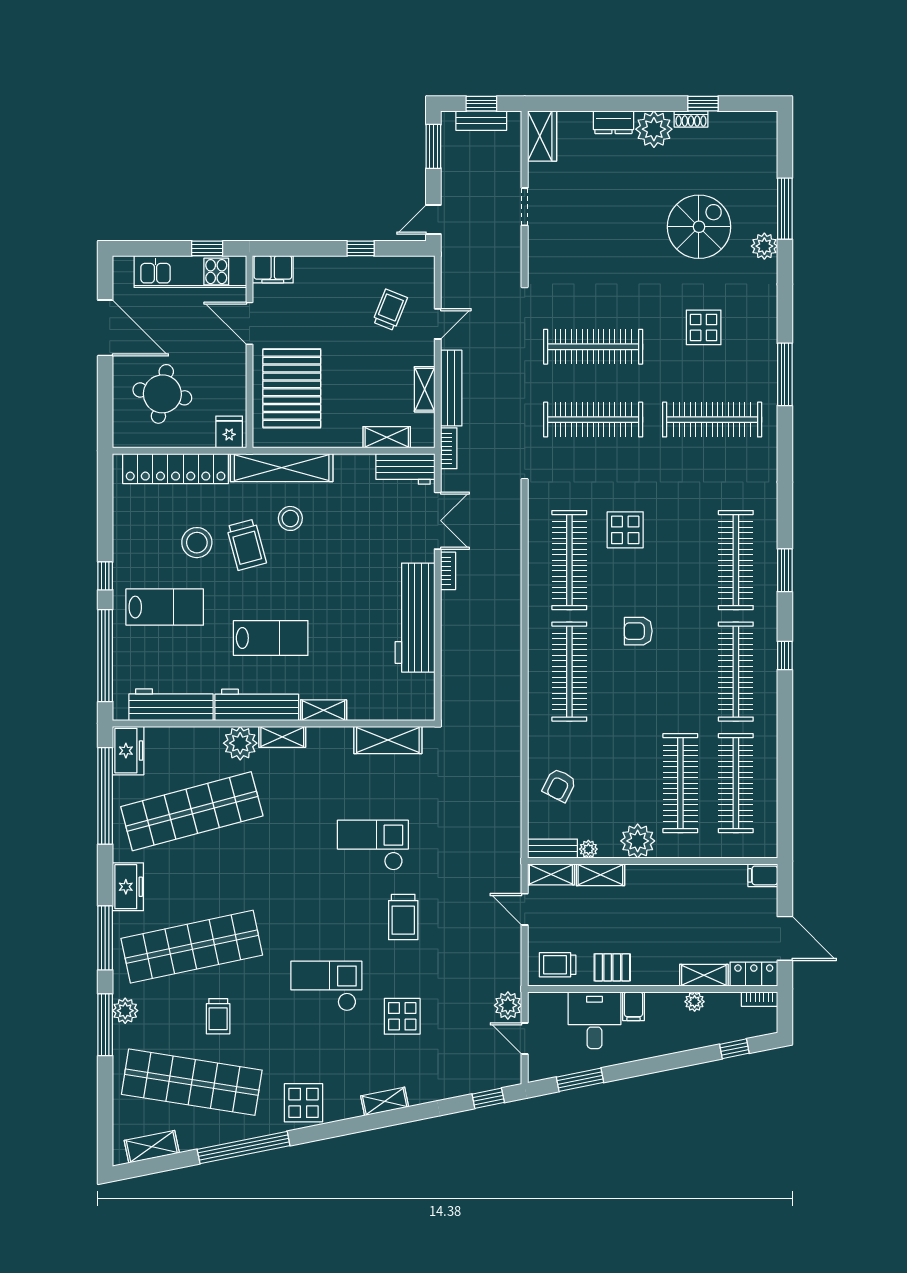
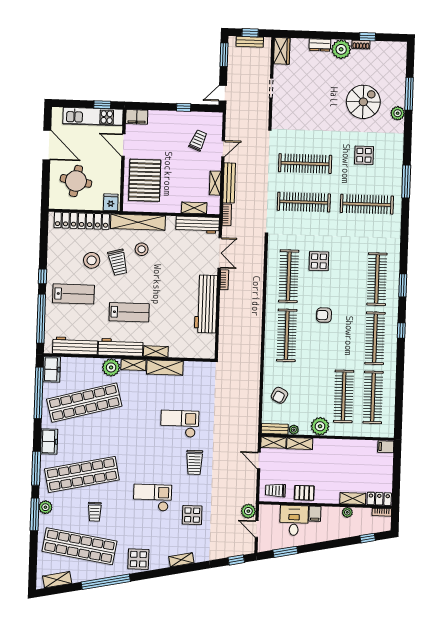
workbench: (405, 469) -> (198, 225), width x1.37
shelving: (388, 740) -> (165, 368), moved
door: (785, 938) -> (396, 480), removed

